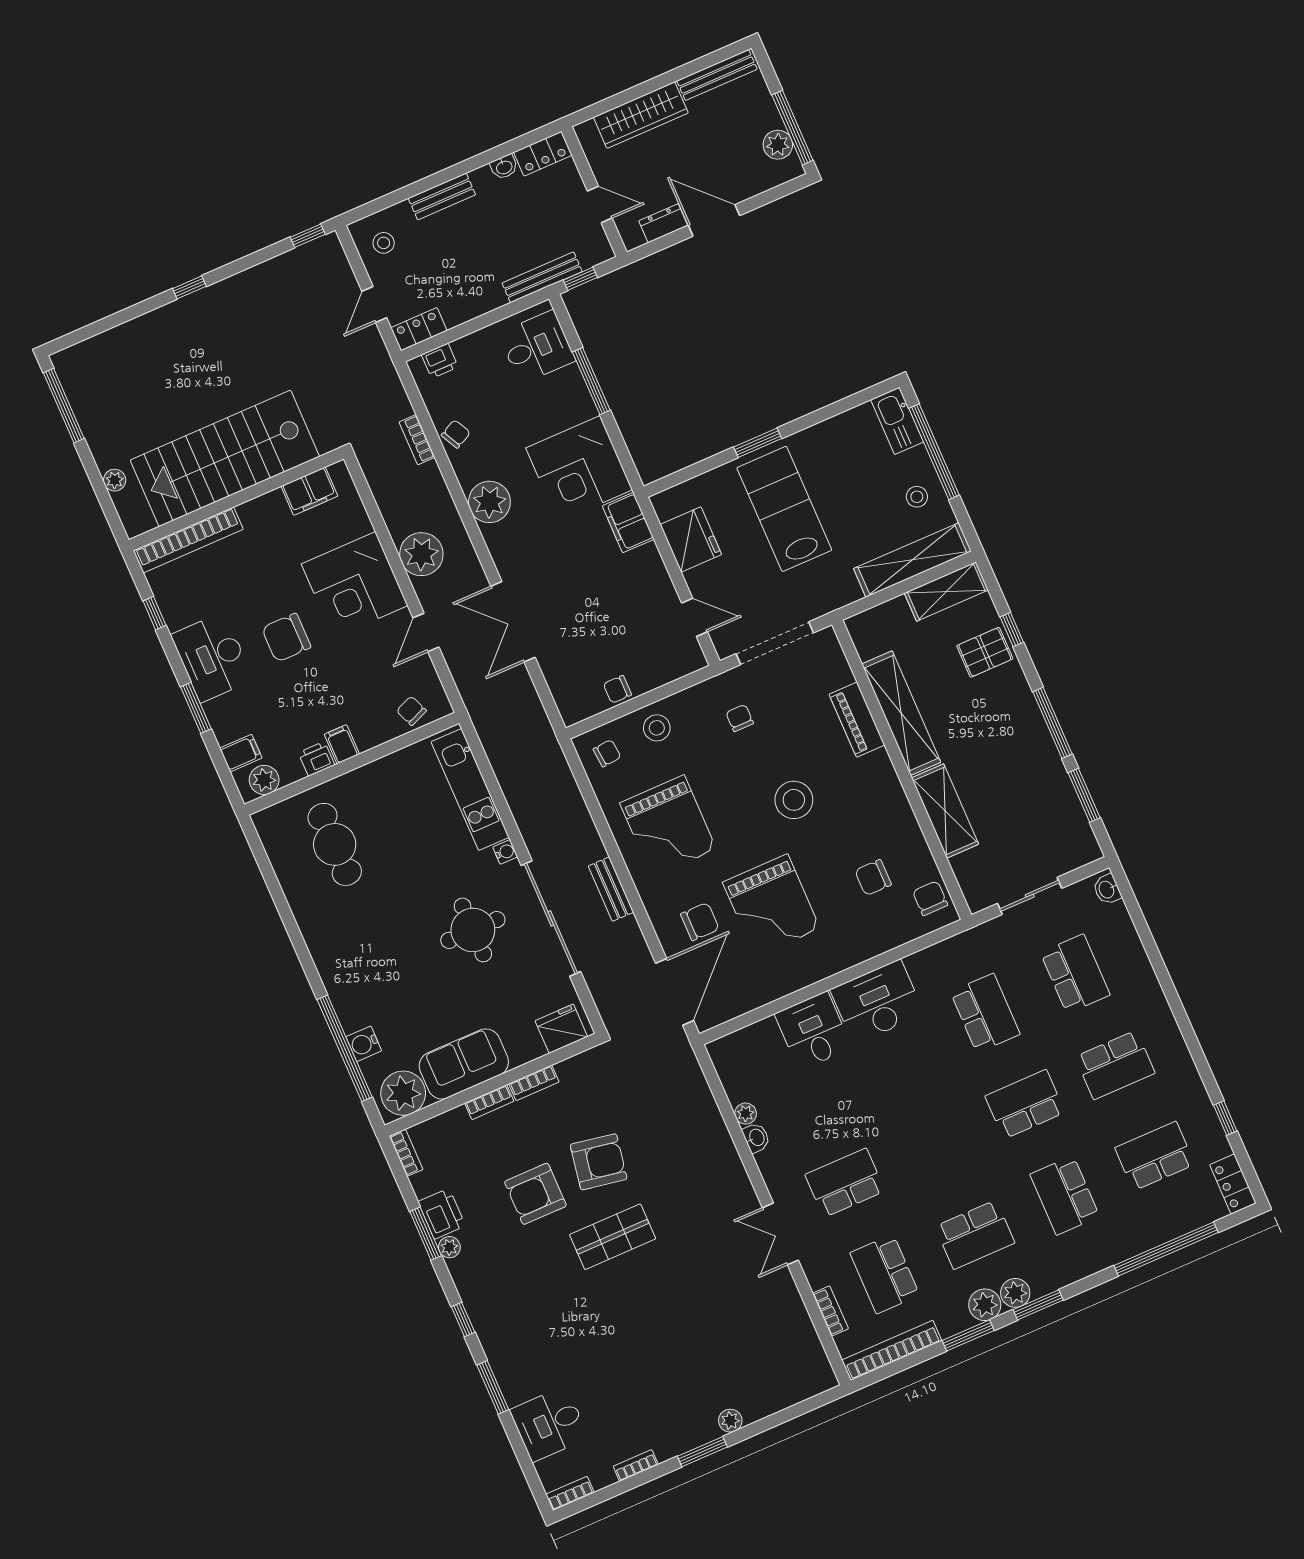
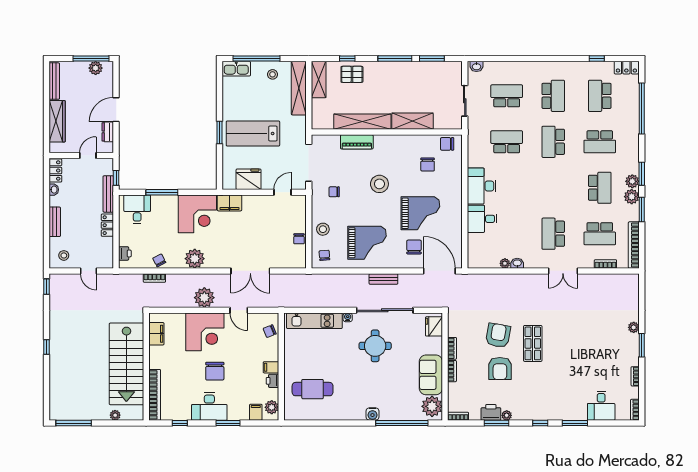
locker: (419, 329) -> (107, 225), moved
pallet: (985, 652) -> (352, 74), turned 90
water cooler: (364, 1044) -> (372, 414), moved

